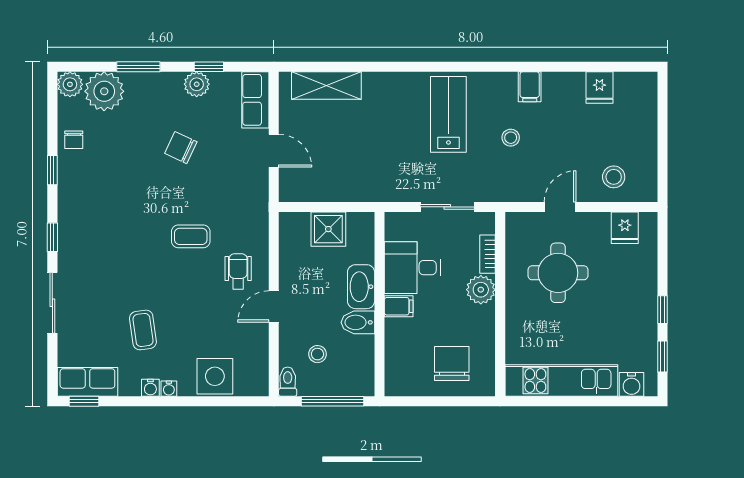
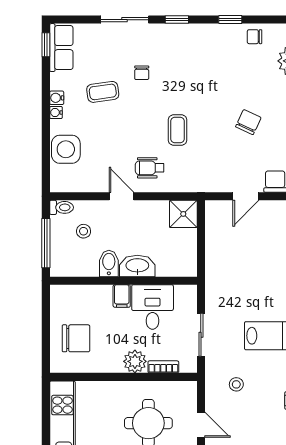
stool: (511, 138) -> (236, 384), moved
shower: (328, 229) -> (183, 214), moved
wheelchair: (238, 271) -> (150, 168), turned 180
chair: (119, 281) -> (142, 73), added

